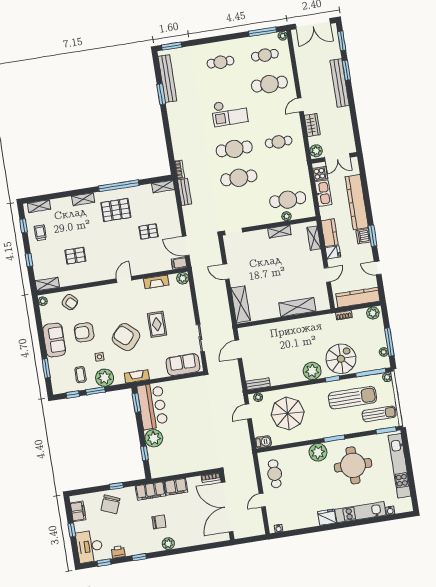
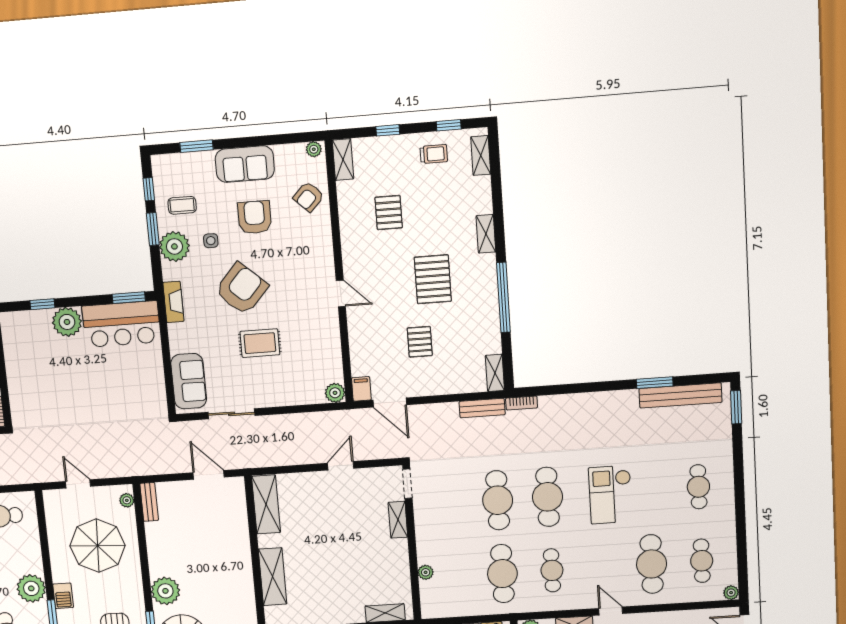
window: (263, 32) -> (742, 560), removed
cafe table: (288, 200) -> (502, 574), moved
pallet: (116, 210) -> (433, 279), moved
shelving: (279, 232) -> (398, 520), moved
door: (186, 246) -> (390, 403), swing flipped
fireplace: (156, 282) -> (332, 348), removed
shelving: (241, 304) -> (266, 504), moved, turned 90
door: (248, 411) -> (78, 484), moved
barbecue: (263, 442) -> (63, 596), moved

